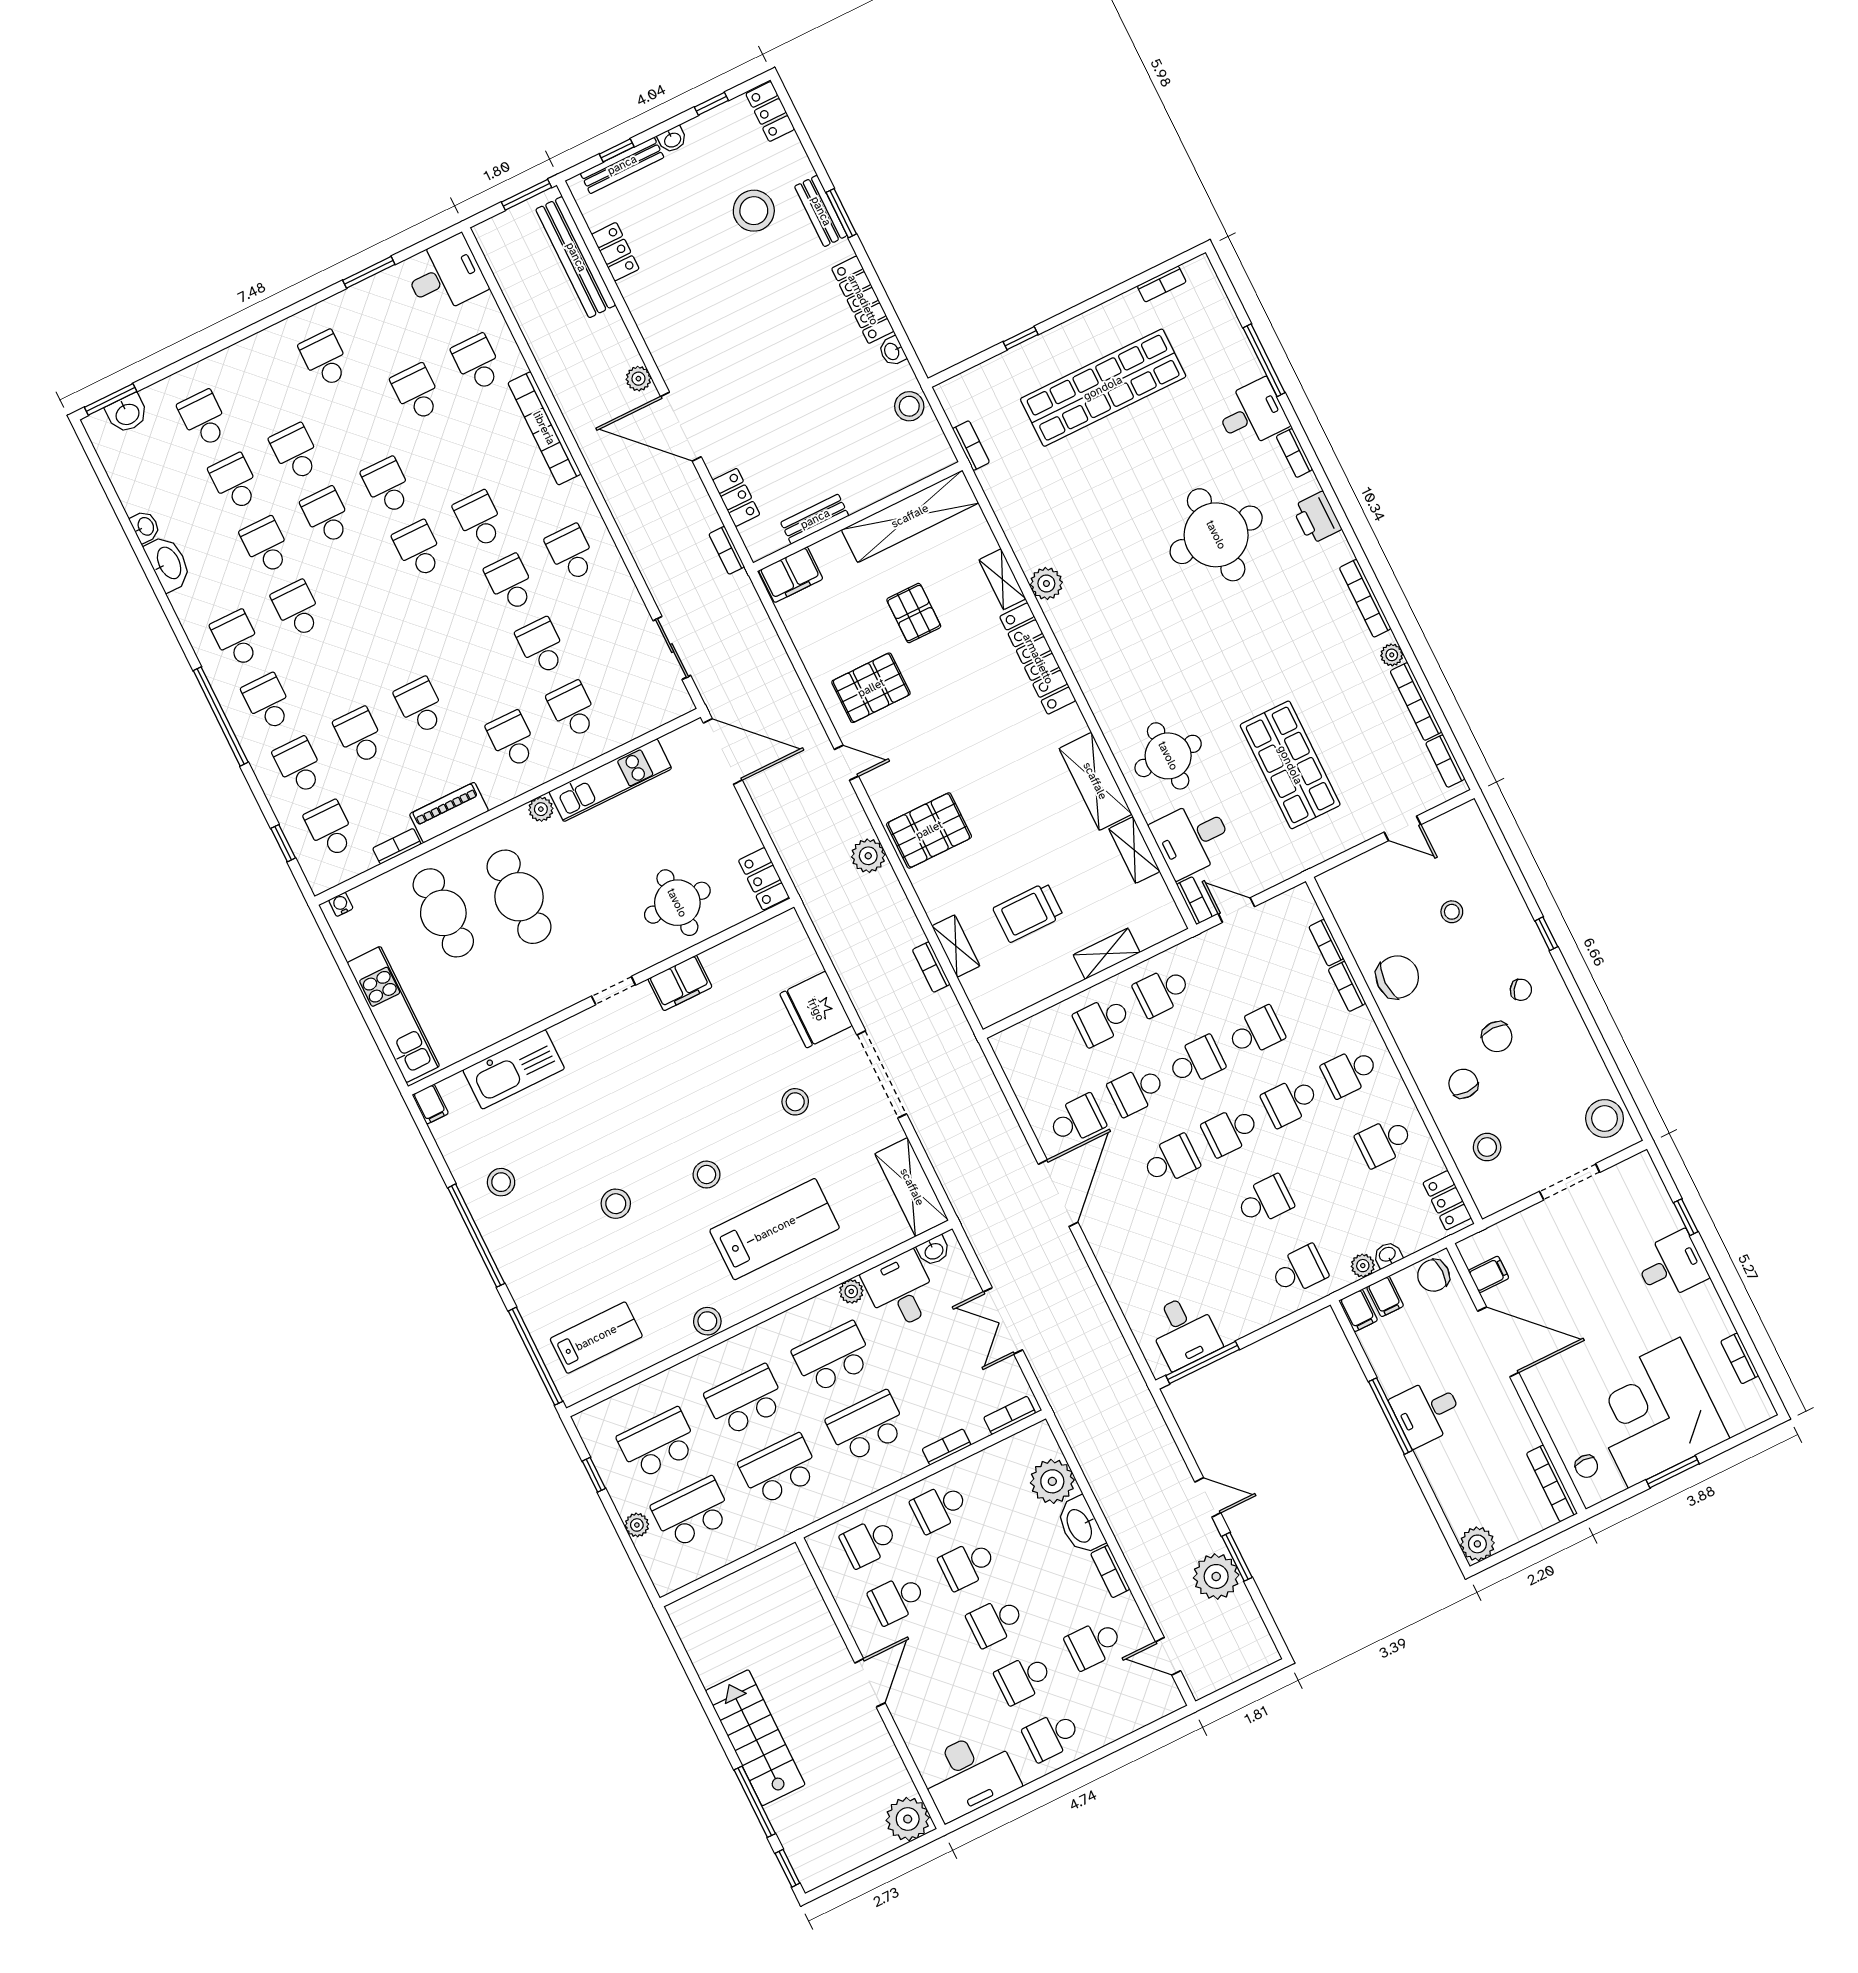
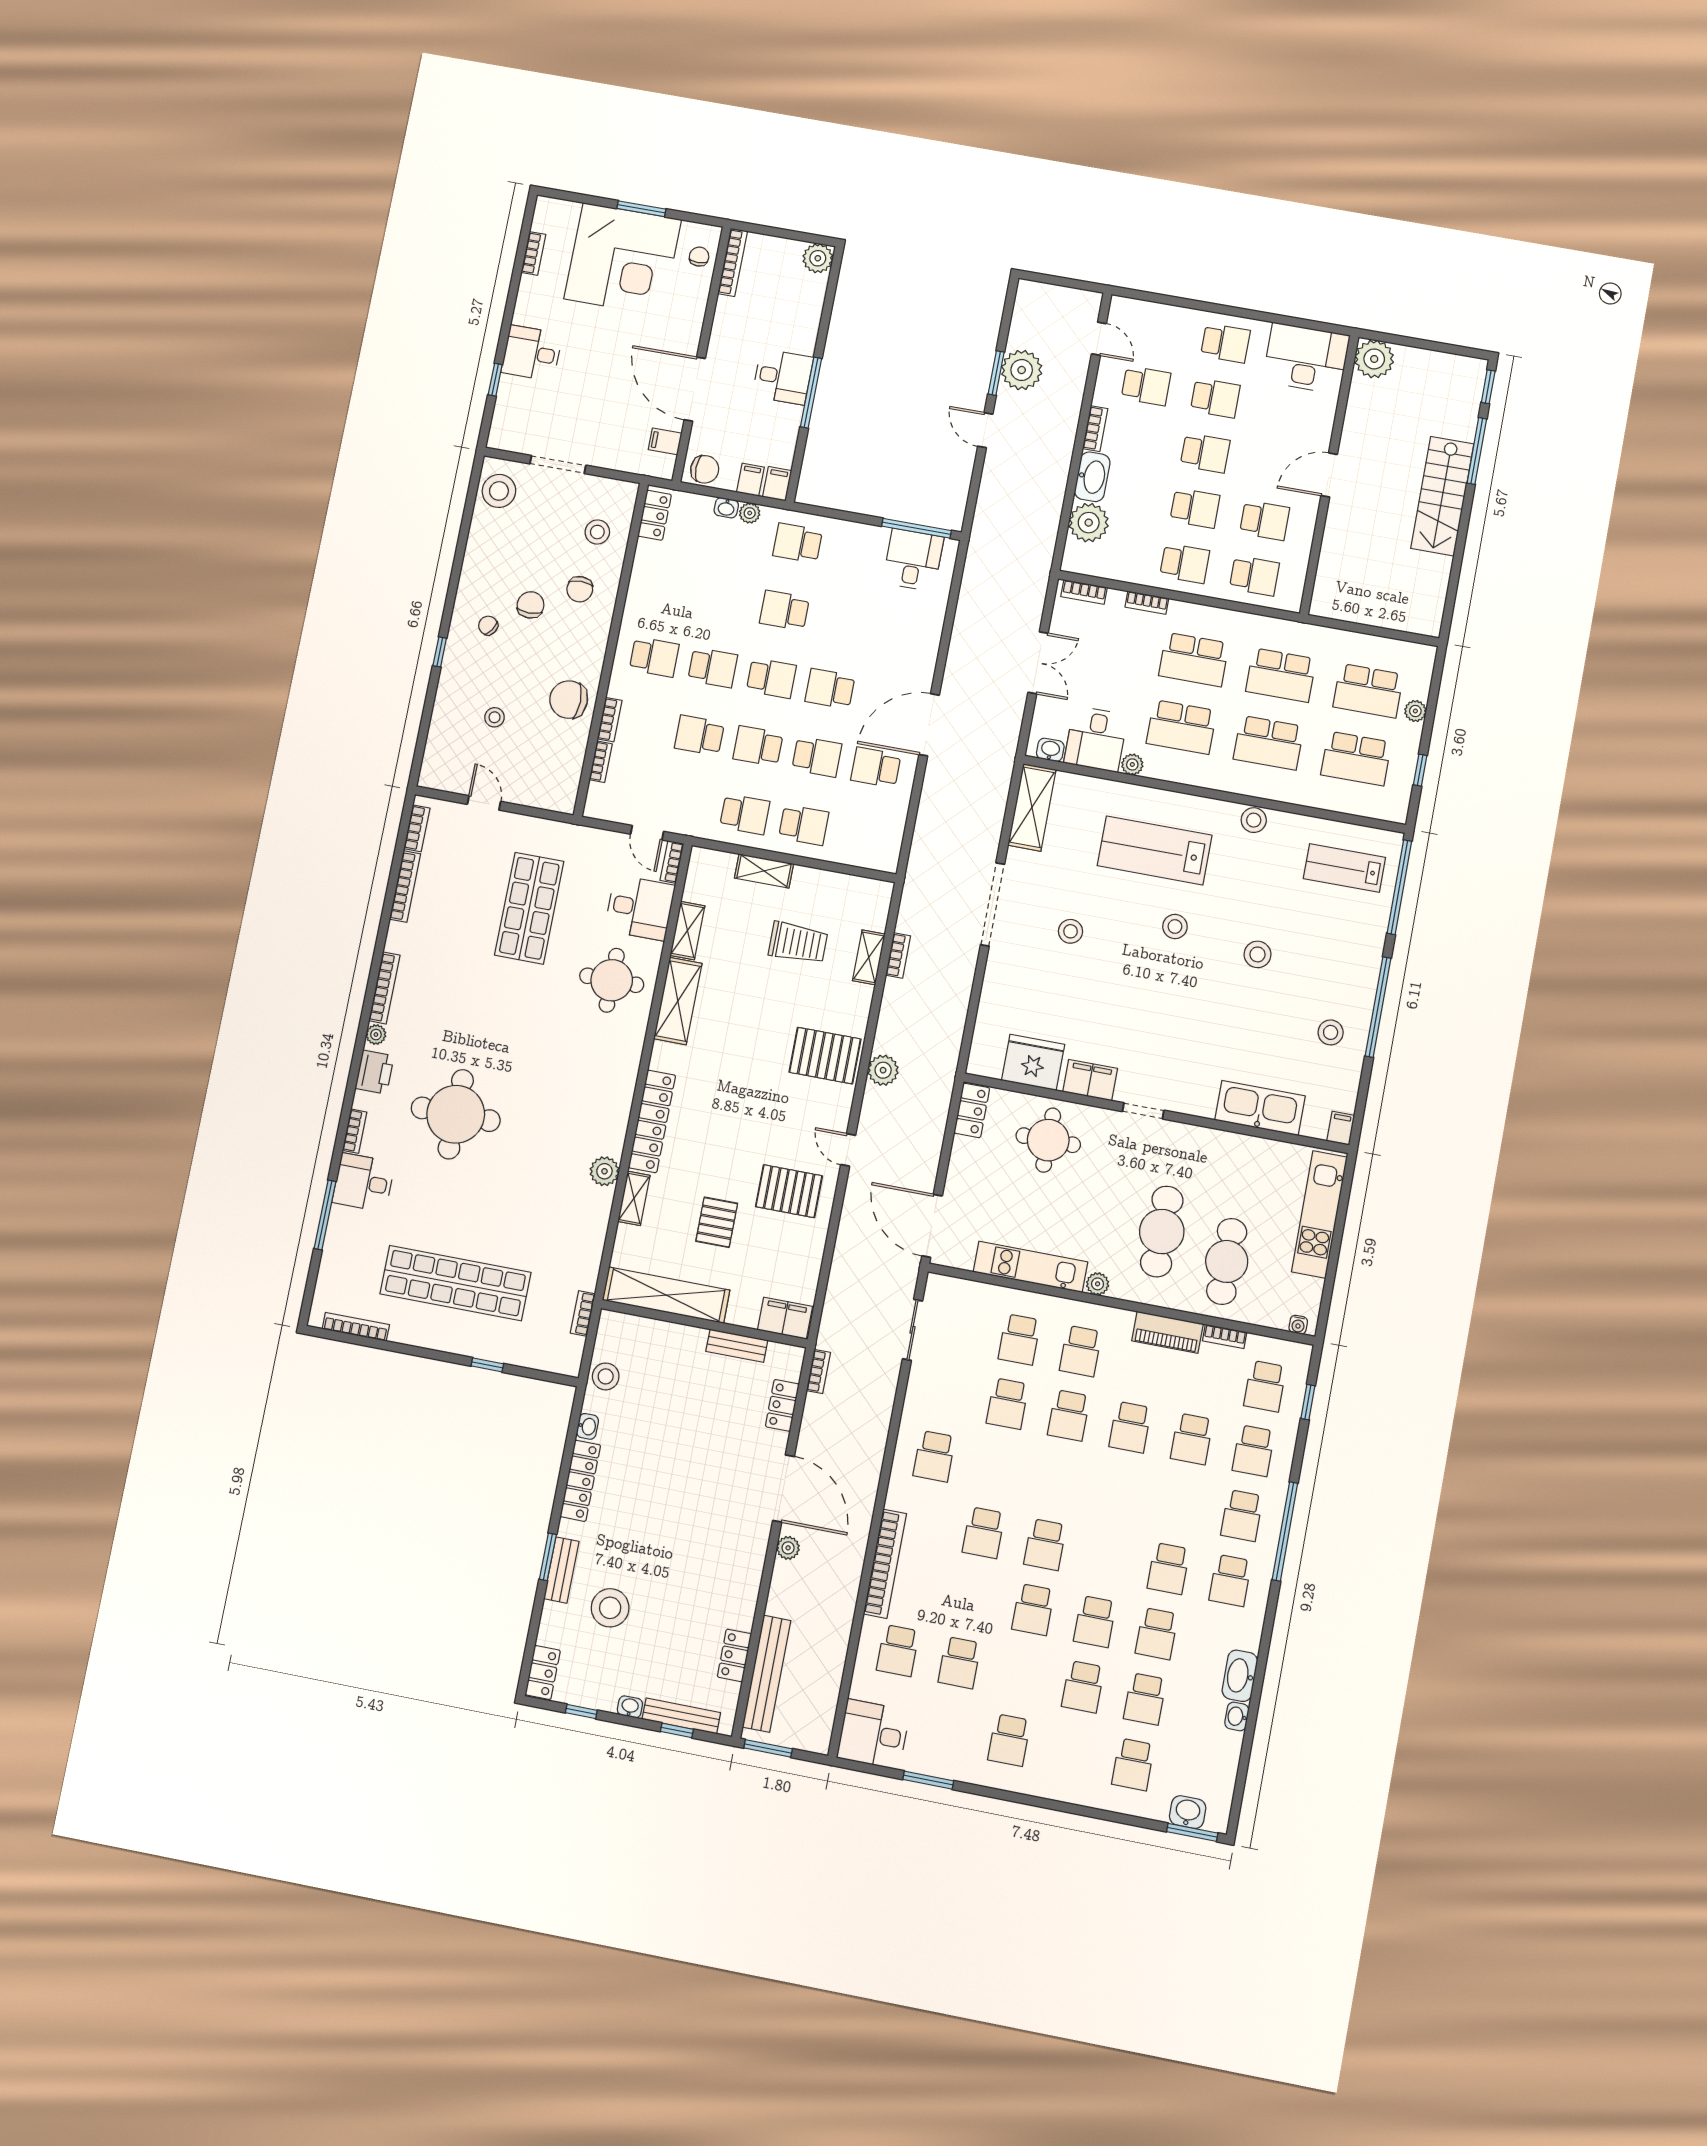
bookcase: (1162, 284) -> (356, 1327), width x1.56
school desk: (510, 583) -> (1069, 1415), moved
plant: (1392, 655) -> (376, 1035), moved
fridge: (816, 1010) -> (1033, 1062), moved, turned -90
school desk: (1384, 1142) -> (668, 589), removed

